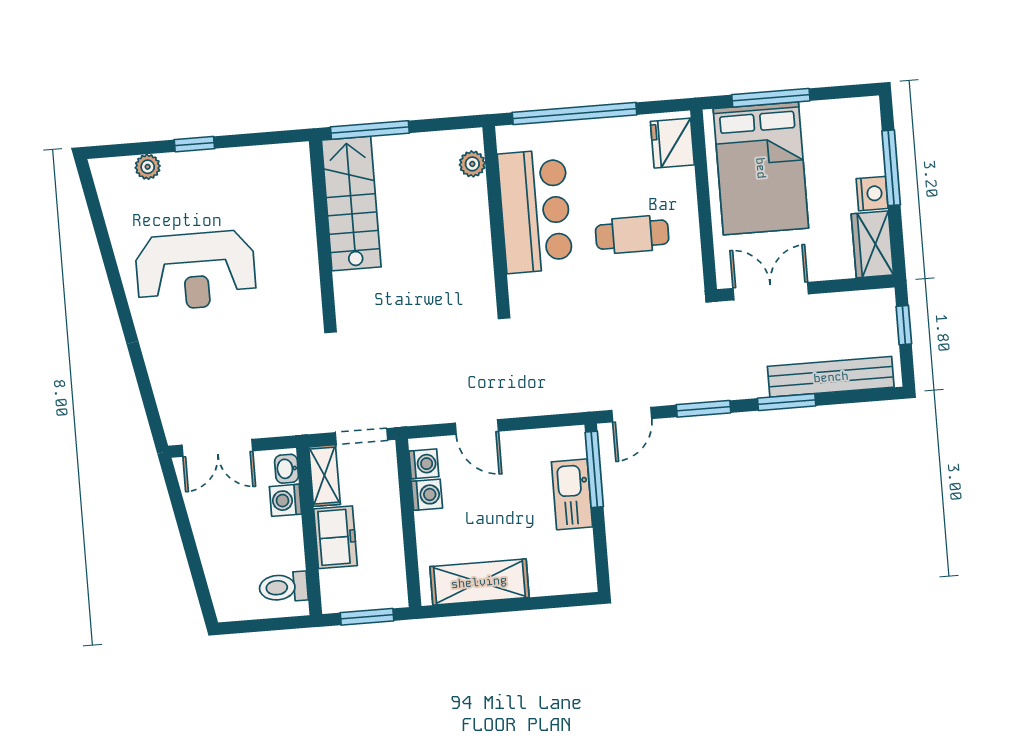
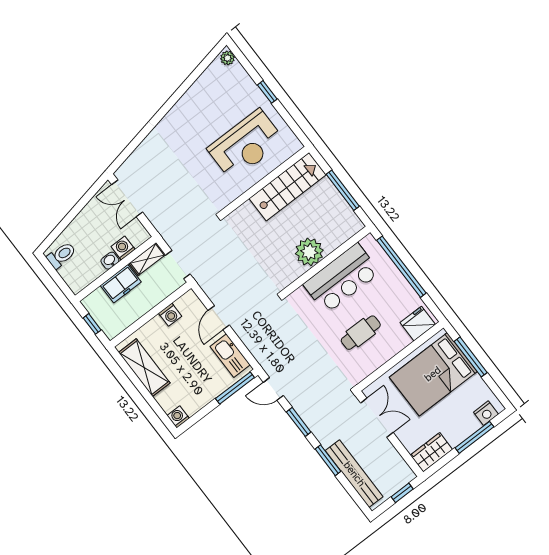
window: (370, 130) -> (343, 190), moved
plant: (472, 164) -> (309, 252), moved, width x1.88, depth x1.88
plant: (148, 167) -> (227, 58), moved
nightstand: (872, 194) -> (486, 413), moved
cafe table: (632, 235) -> (361, 333), turned 90
reception desk: (196, 271) -> (246, 145), moved, turned -90
washing machine: (424, 464) -> (178, 417), moved, turned 180
washbasin: (287, 469) -> (110, 261), moved
kitchen sink: (572, 494) -> (230, 356), moved, turned -90
toilet: (283, 587) -> (61, 255), moved, turned 90
window: (367, 617) -> (92, 324), width x0.67

